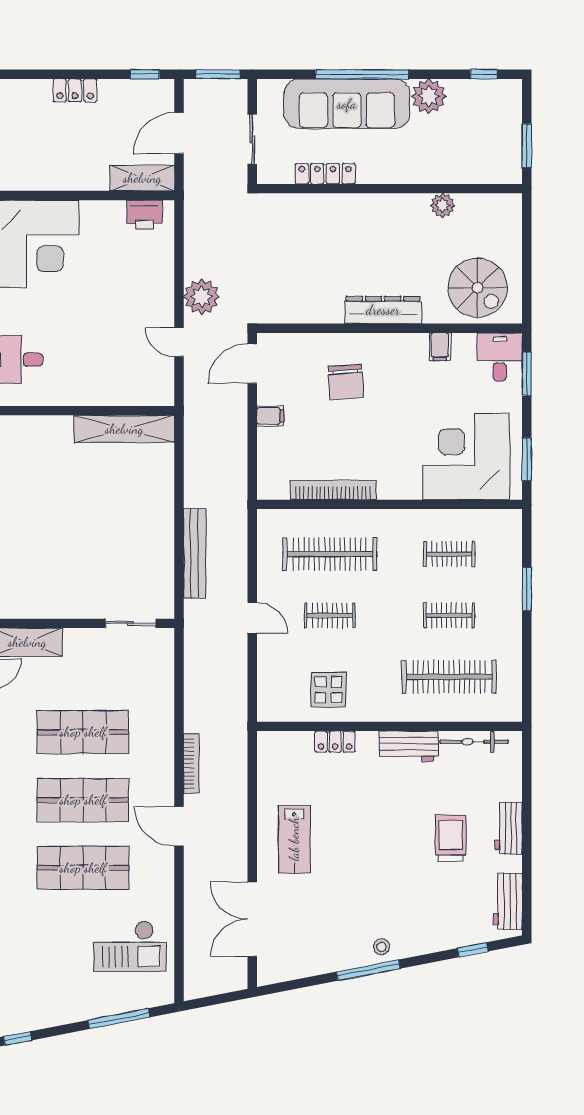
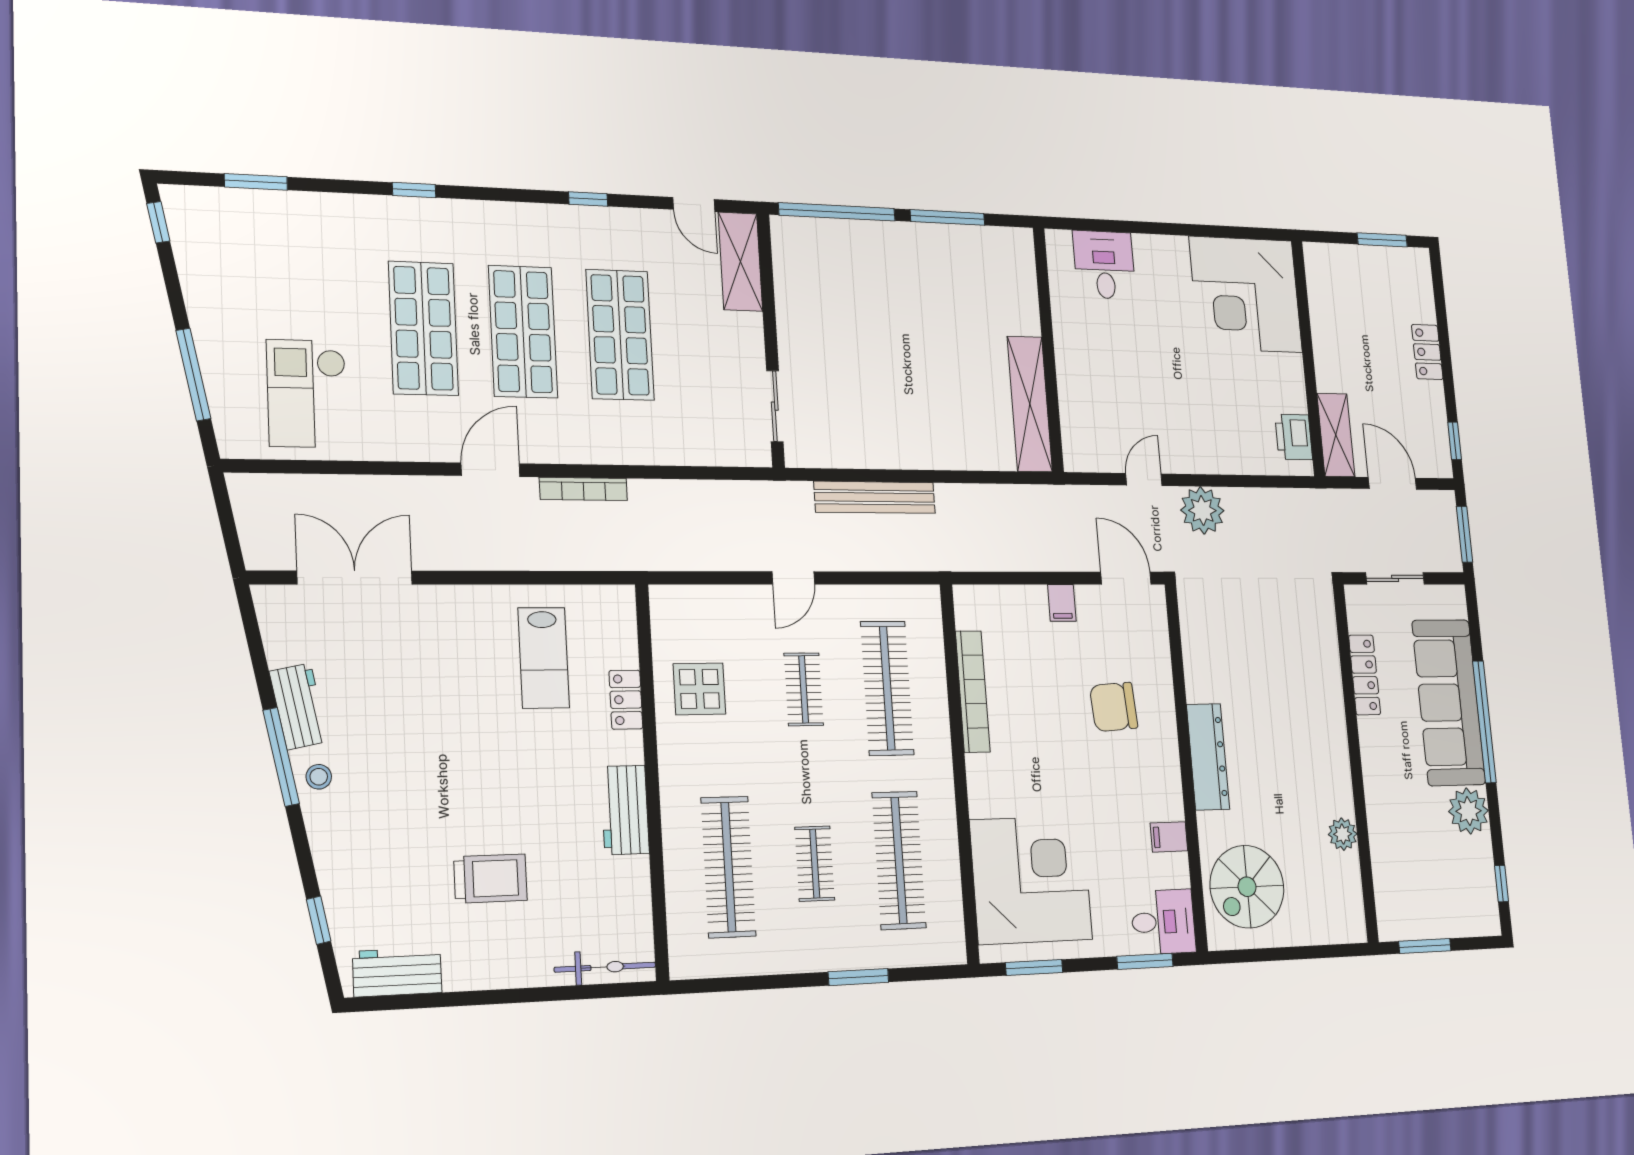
clothes rail: (449, 554) -> (899, 860), width x1.86, depth x1.31
bicycle: (474, 742) -> (605, 967), moved, turned 90
workbench: (509, 828) -> (299, 706), moved, turned 79
lab bench: (294, 839) -> (544, 658), moved, turned -90

